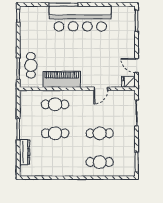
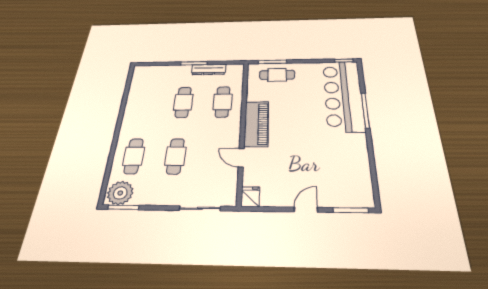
bar counter: (80, 19) -> (343, 95), moved
door: (137, 65) -> (306, 210), moved
piano: (62, 79) -> (257, 124), moved
dresser: (25, 152) -> (209, 69), moved
plant: (127, 166) -> (120, 193), added

